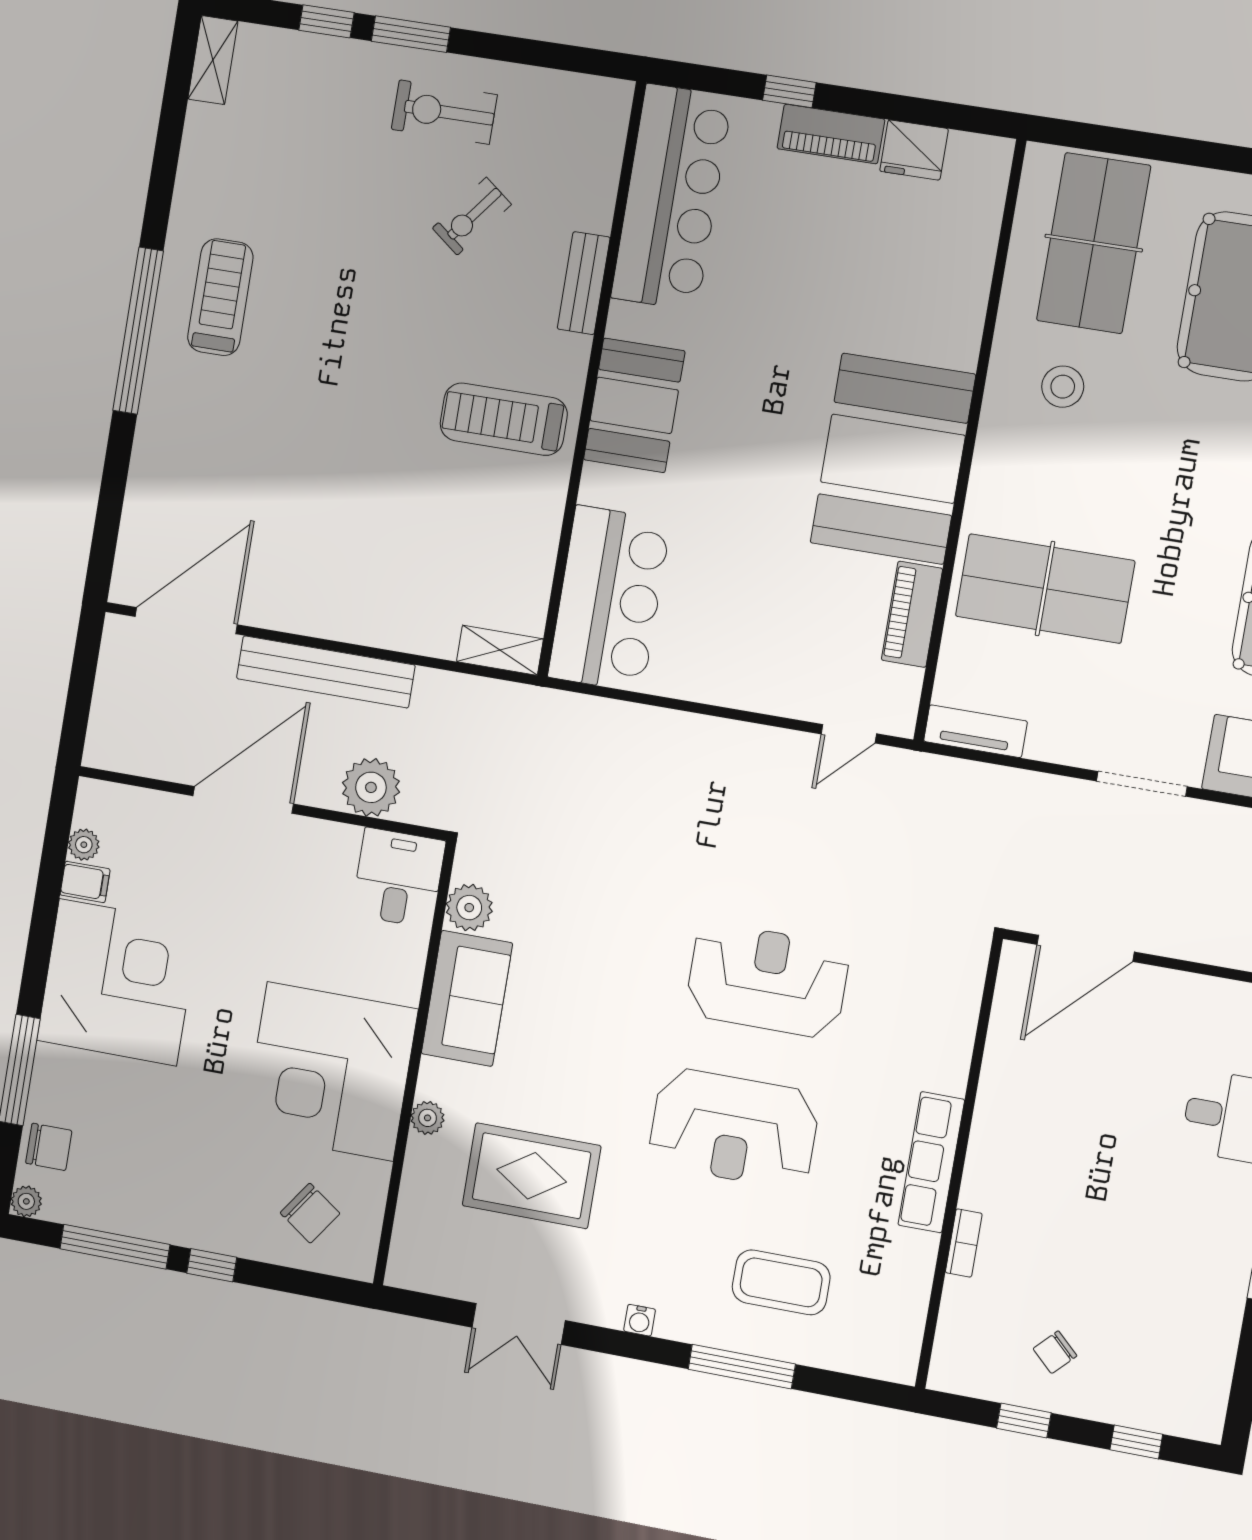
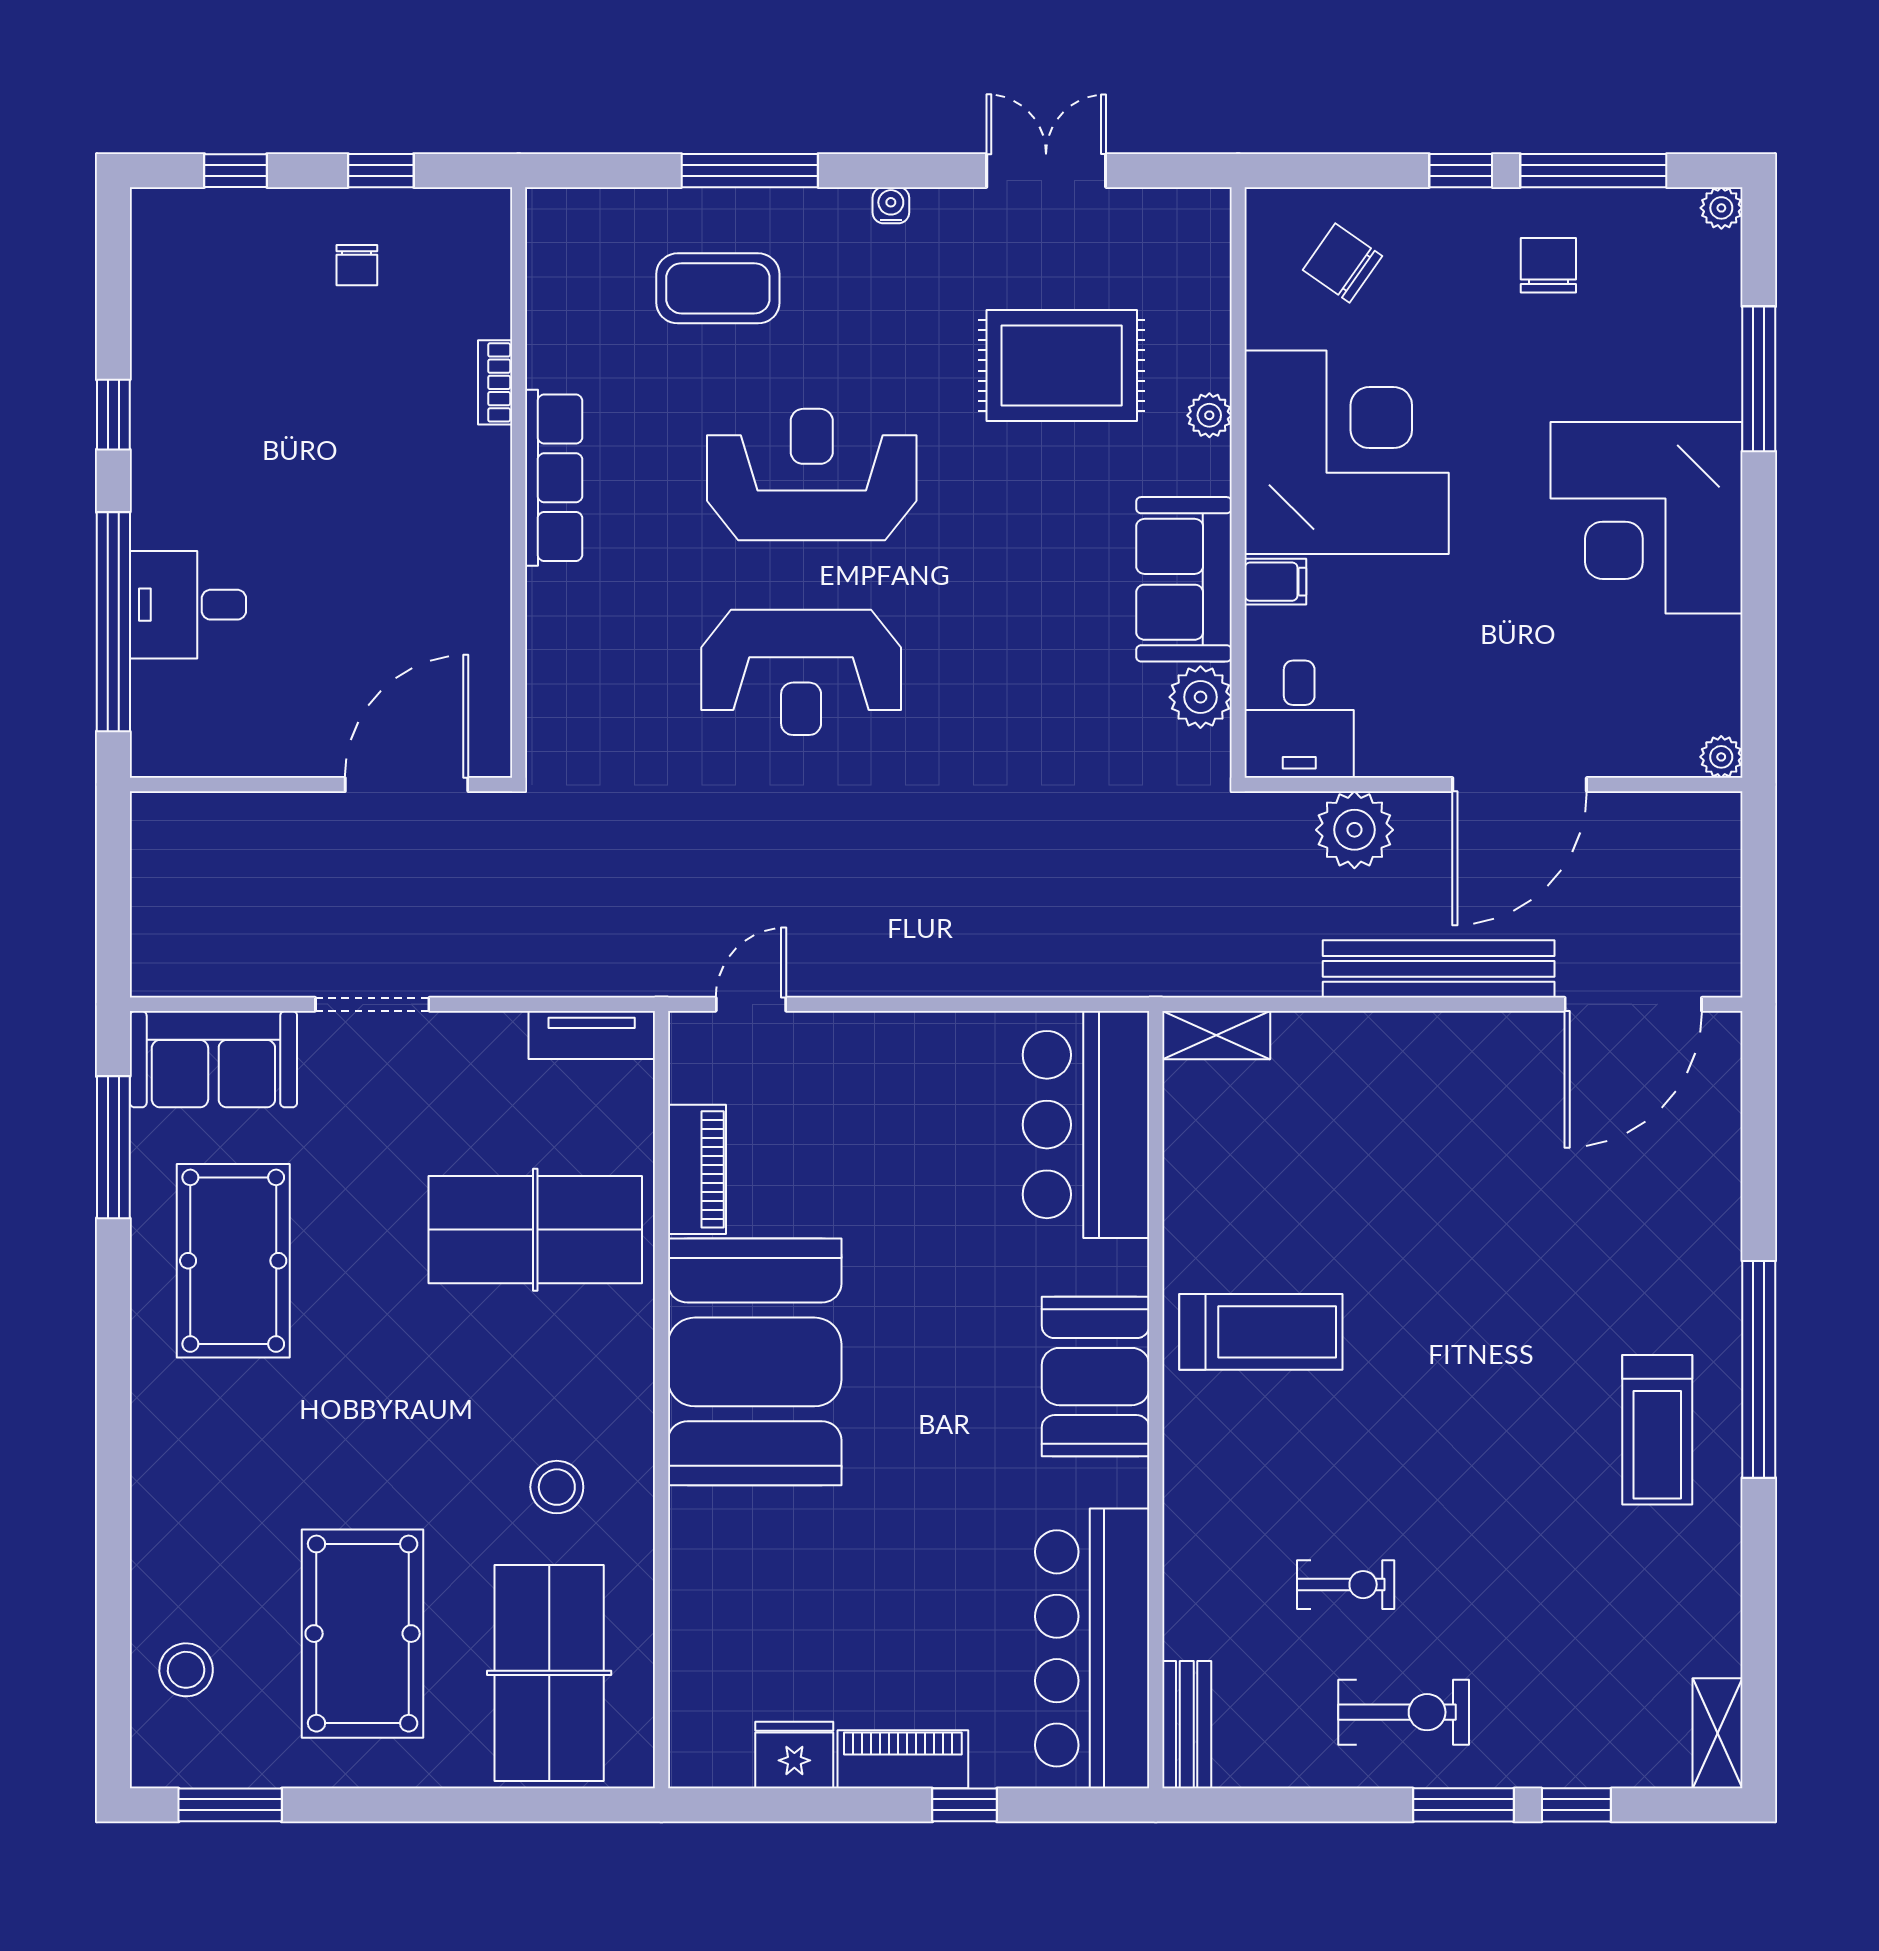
exercise bike: (472, 216) -> (1346, 1585), turned 52
bench: (584, 283) -> (1187, 1725), moved
plant: (84, 845) -> (1721, 757), moved
filing cabinet: (85, 882) -> (1275, 582), moved, turned 180
chair: (49, 1147) -> (1548, 265), moved, turned 90
chair: (1055, 1352) -> (357, 265), turned 136

